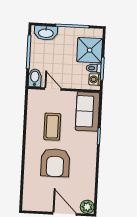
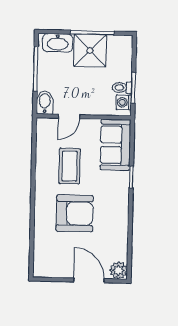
shower: (90, 50) -> (90, 51), moved
door: (53, 89) -> (69, 116), swing flipped
armchair: (55, 163) -> (75, 213), turned -90

